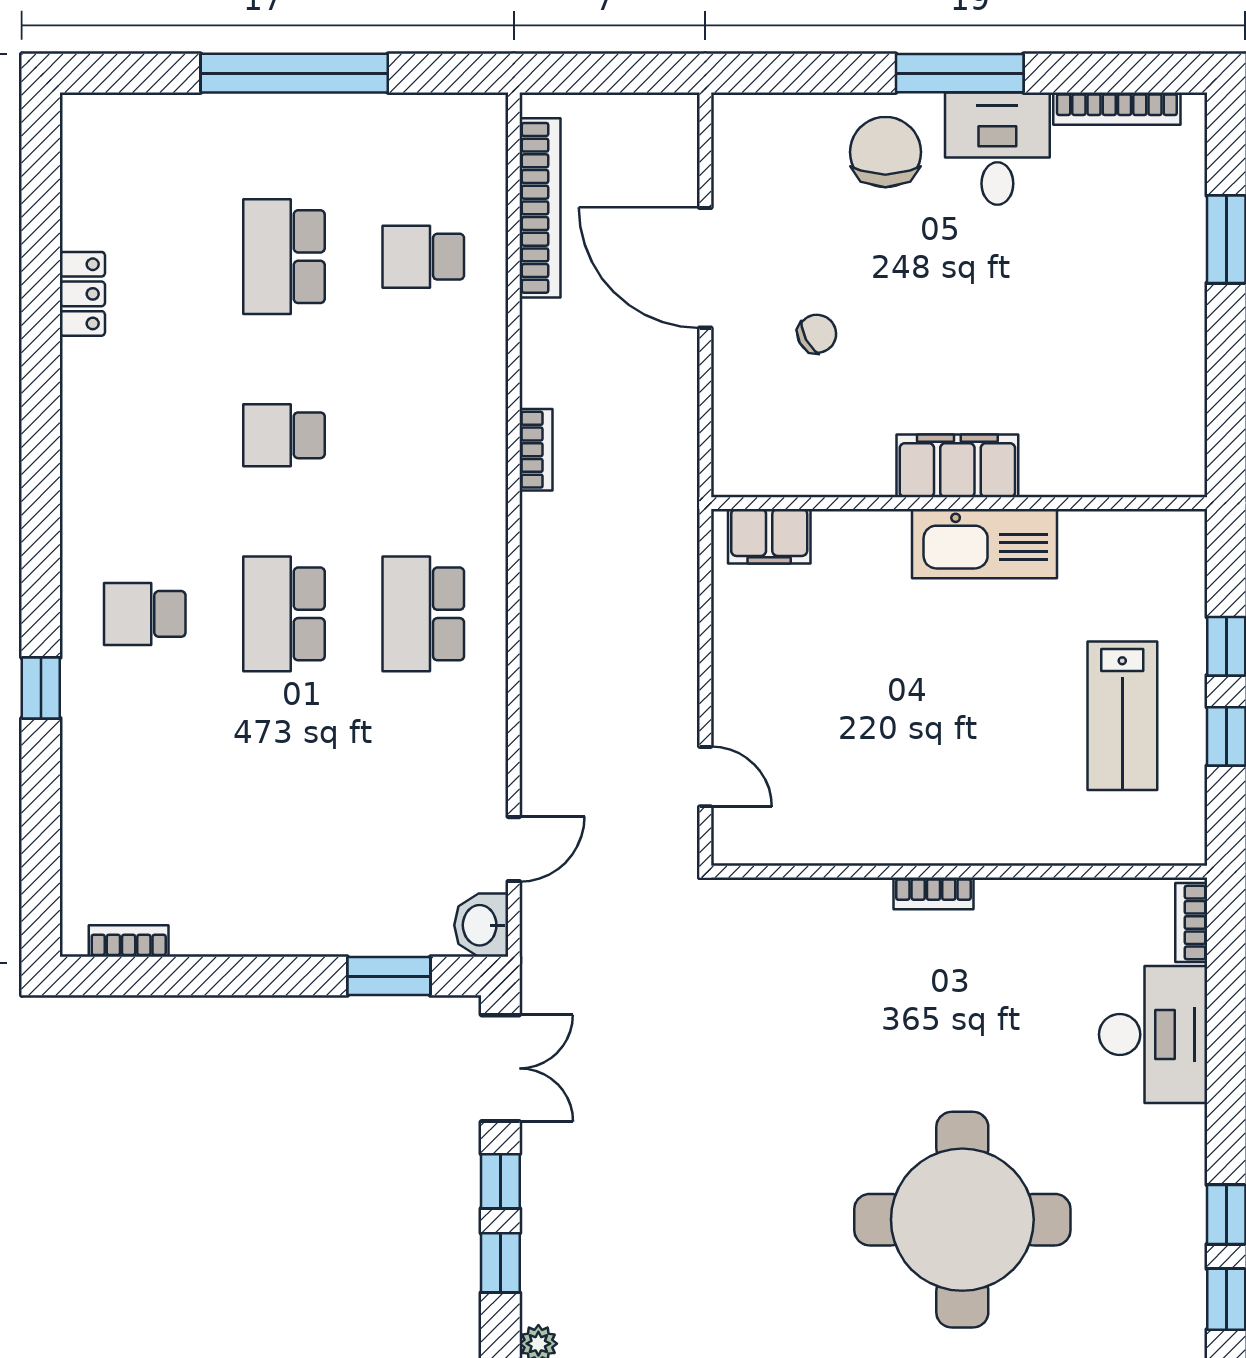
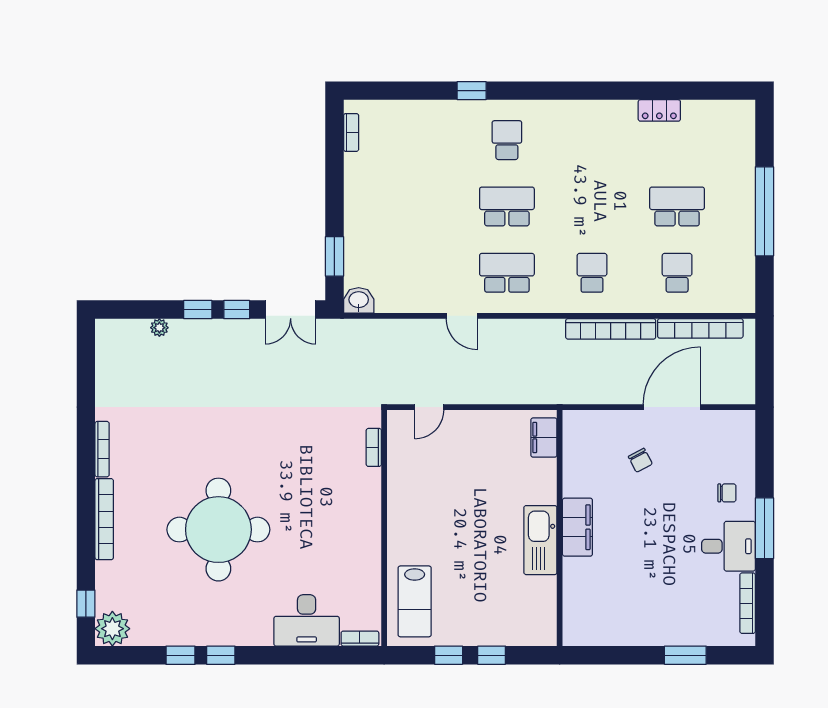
chair: (885, 152) -> (727, 493), width x0.54, depth x0.54
school desk: (284, 435) -> (592, 273), moved
bookcase: (536, 450) -> (611, 329), width x2.31, depth x1.31
lab bench: (1122, 716) -> (415, 601), moved, turned -90
door: (514, 849) -> (462, 316), moved
bookcase: (933, 893) -> (374, 447), moved

